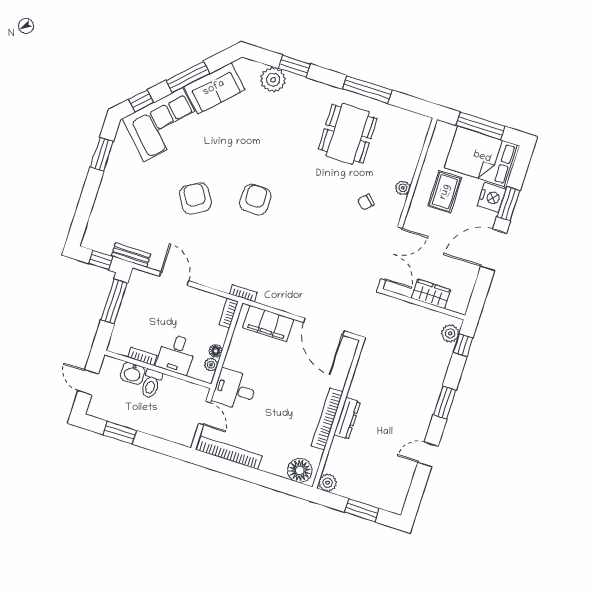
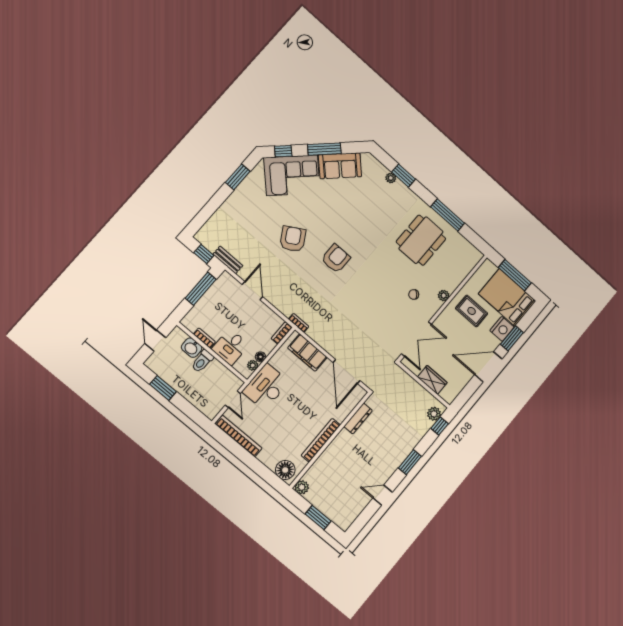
plant: (273, 80) -> (391, 178), width x0.53, depth x0.53
rug: (445, 192) -> (472, 311), turned 90
desk: (234, 390) -> (266, 387), width x1.37
dresser: (347, 418) -> (358, 418), moved

